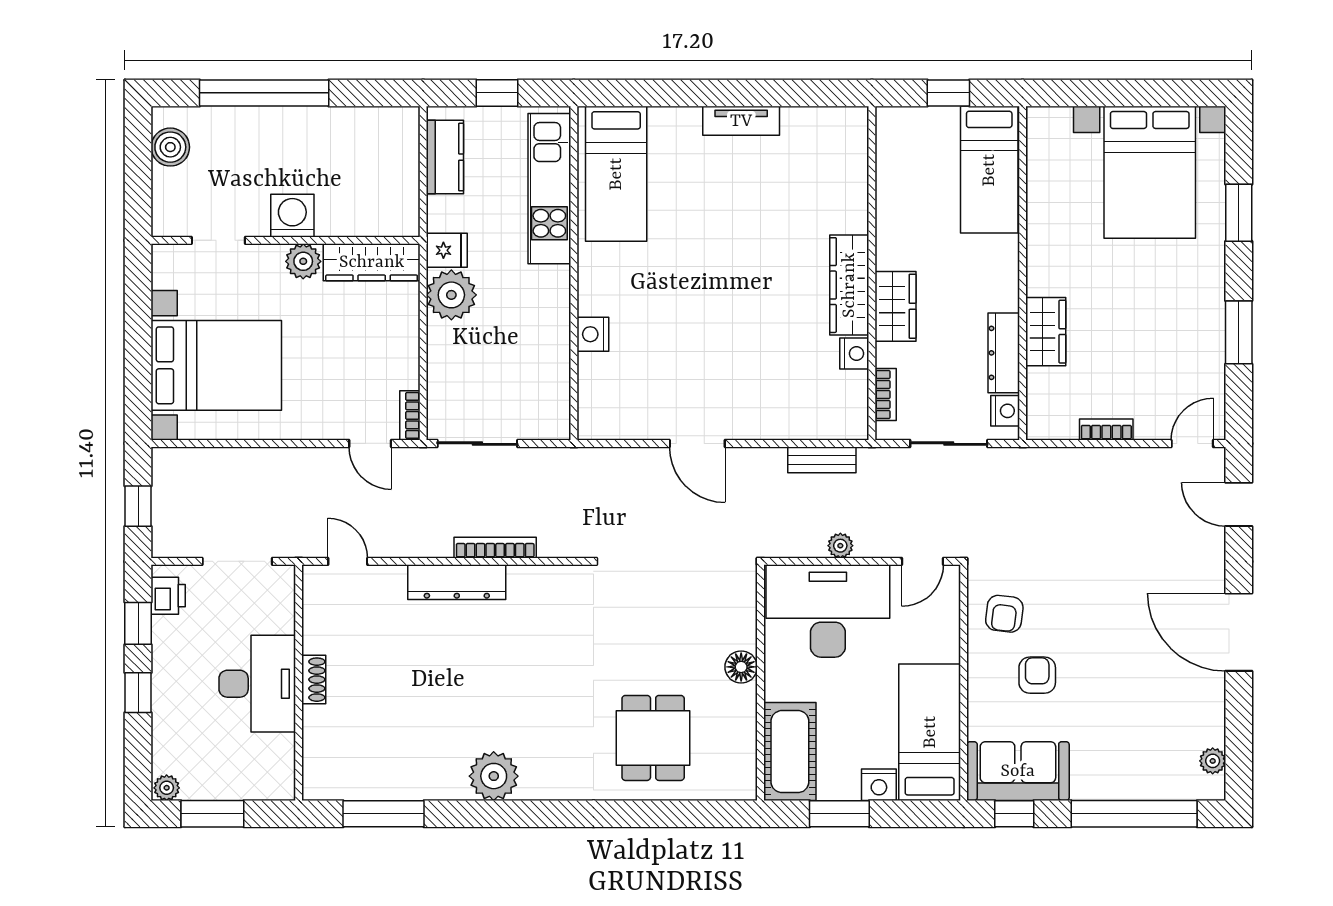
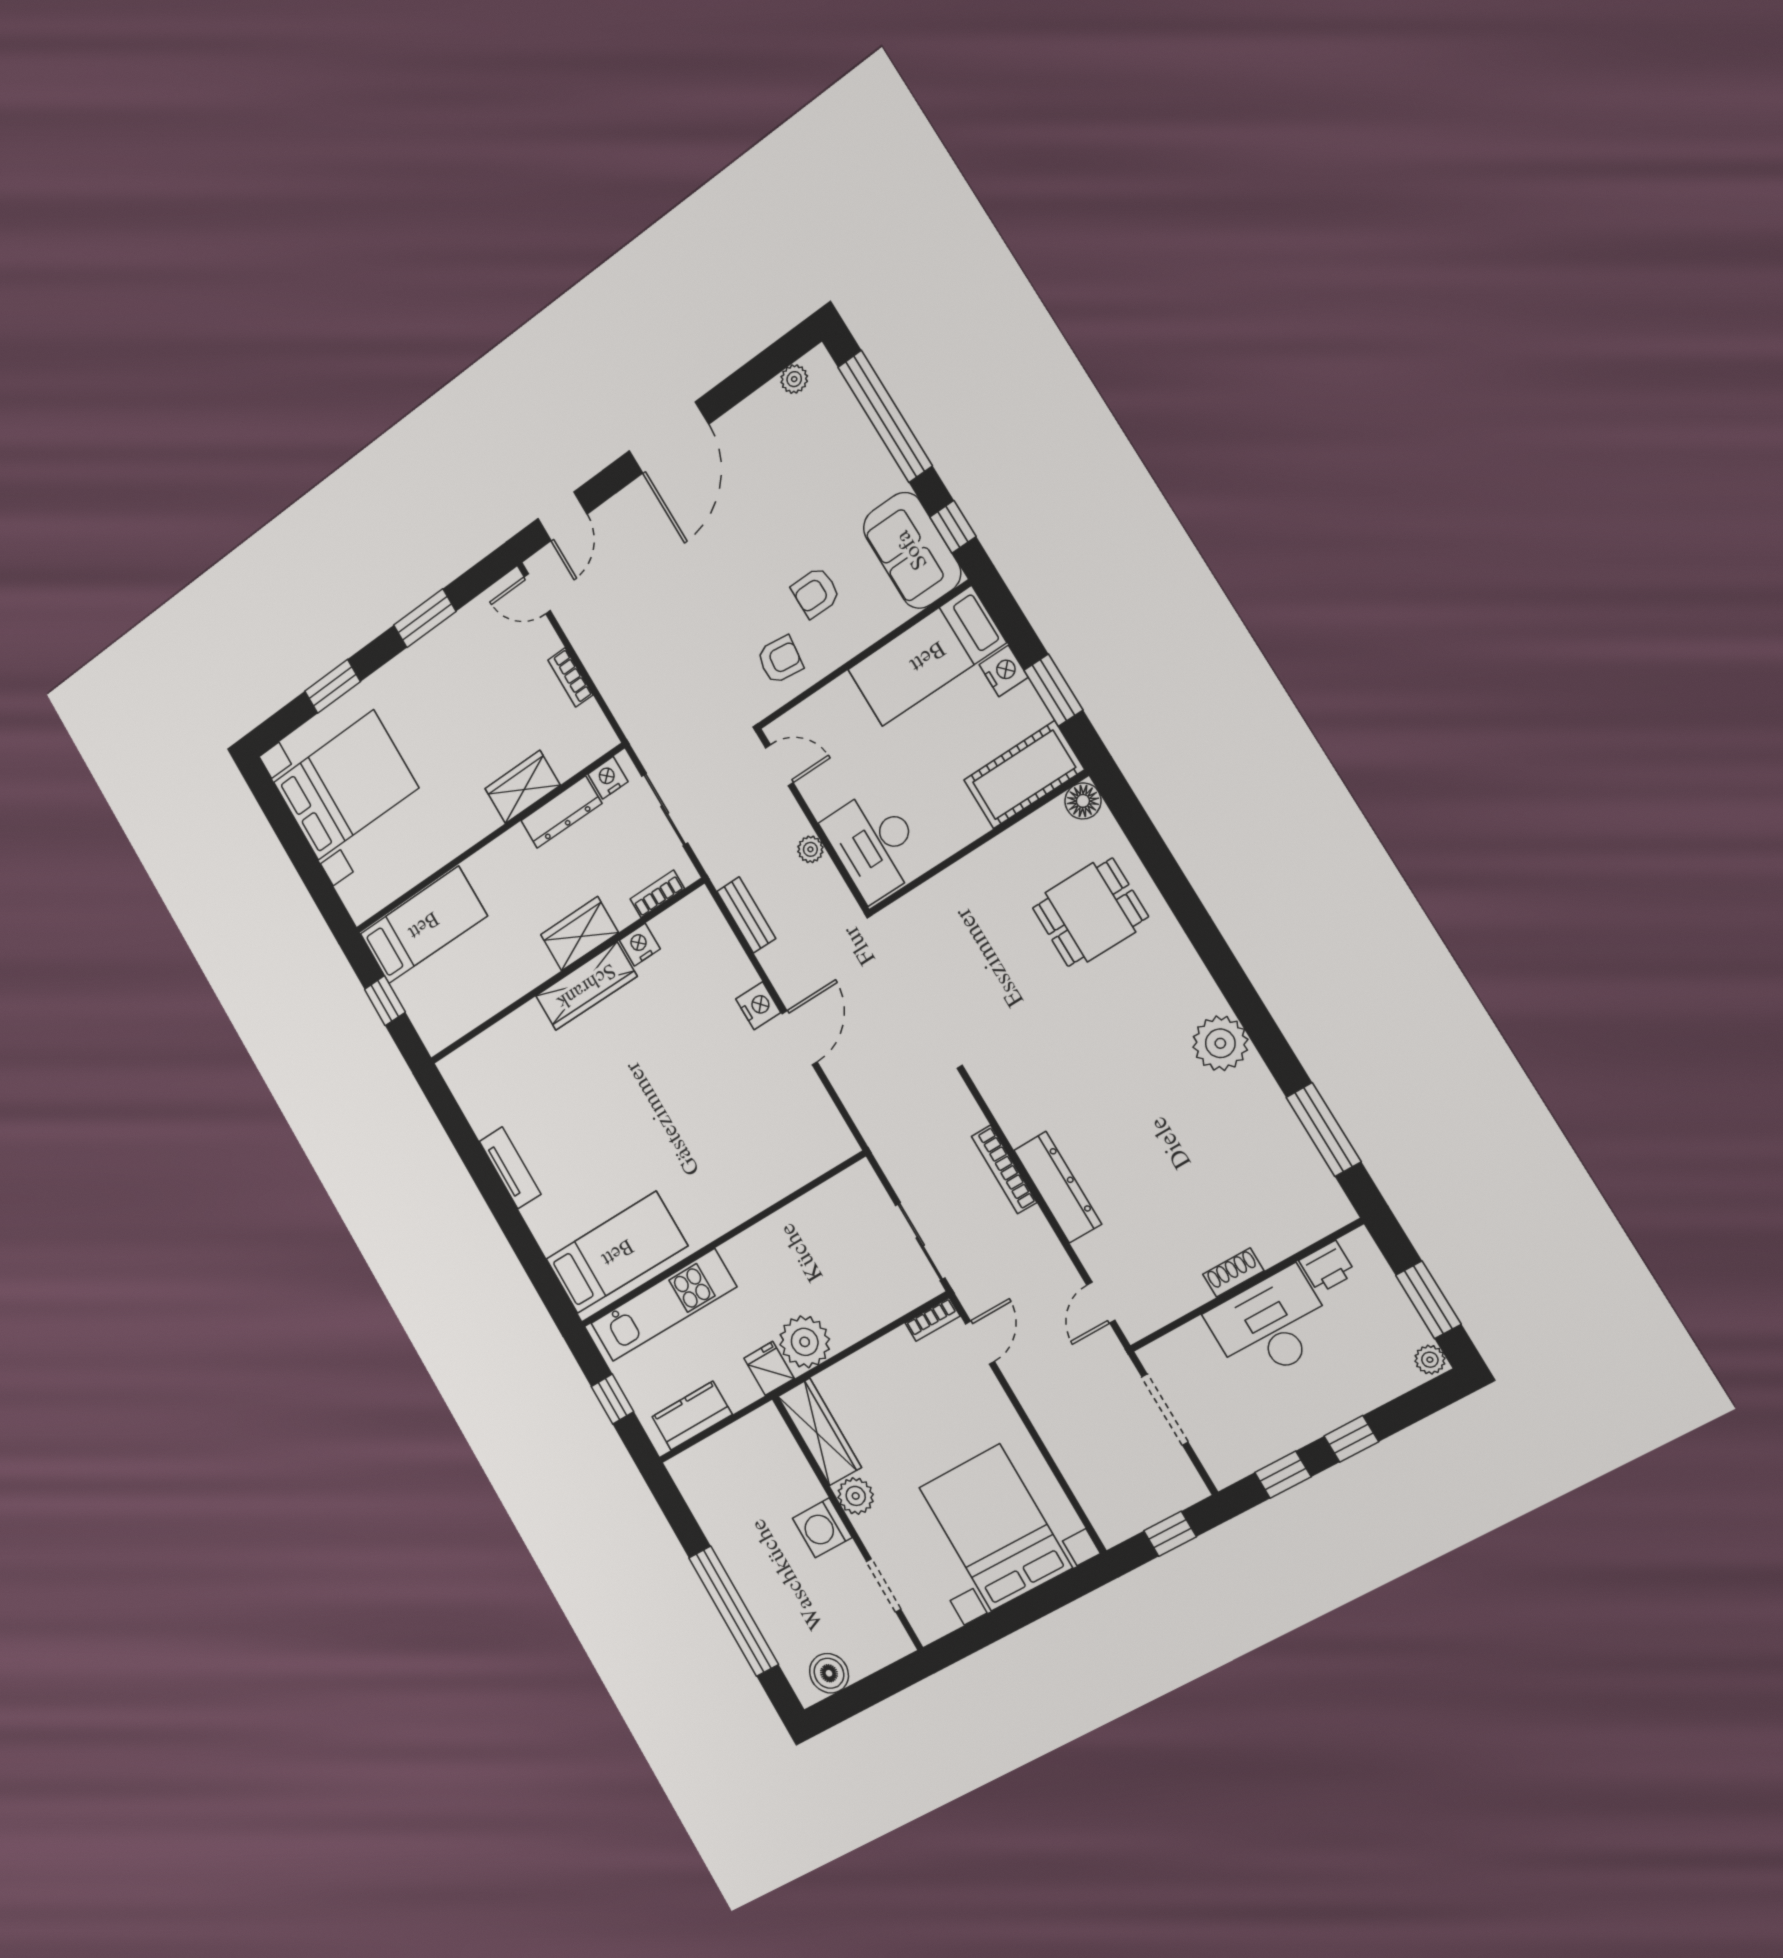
nightstand: (593, 334) -> (758, 1006), moved, turned -90
printer: (168, 596) -> (1327, 1267), moved, turned 180
desk: (828, 611) -> (874, 844), width x0.73, depth x0.77
floor lamp: (741, 667) -> (1083, 801), moved

